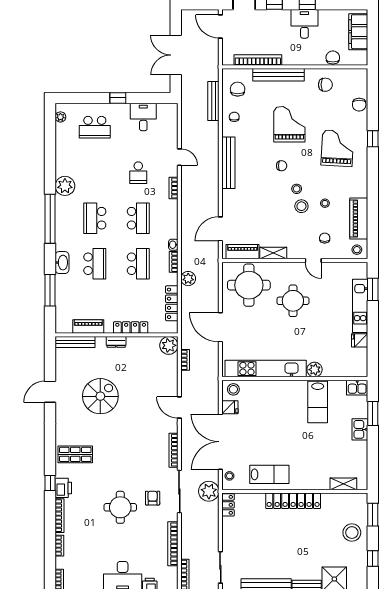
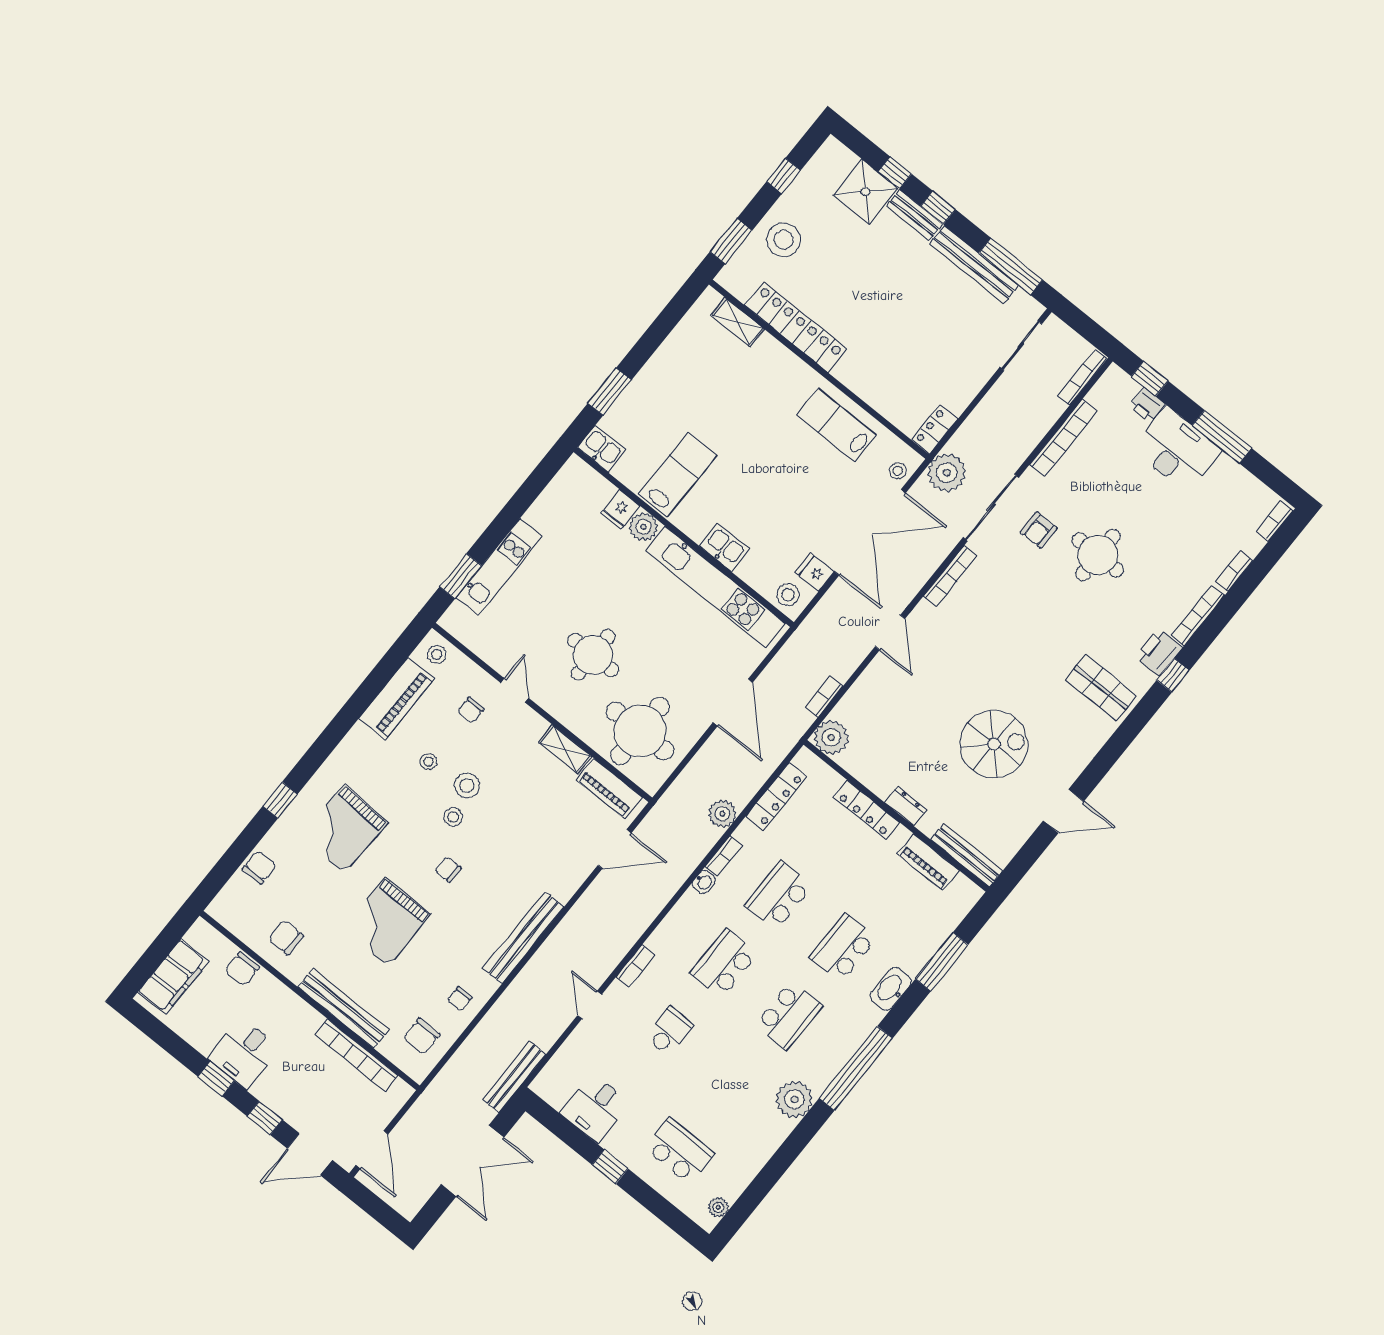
bench: (213, 101) -> (514, 1077), moved
fridge: (360, 340) -> (620, 509), moved, turned 90
spiral stairs: (100, 396) -> (994, 744), turned 180
kitchen sink: (360, 429) -> (725, 547), moved, turned -90
locker: (293, 501) -> (796, 327), moved

